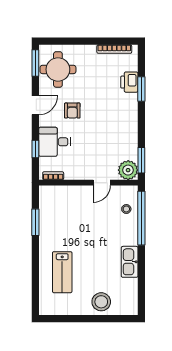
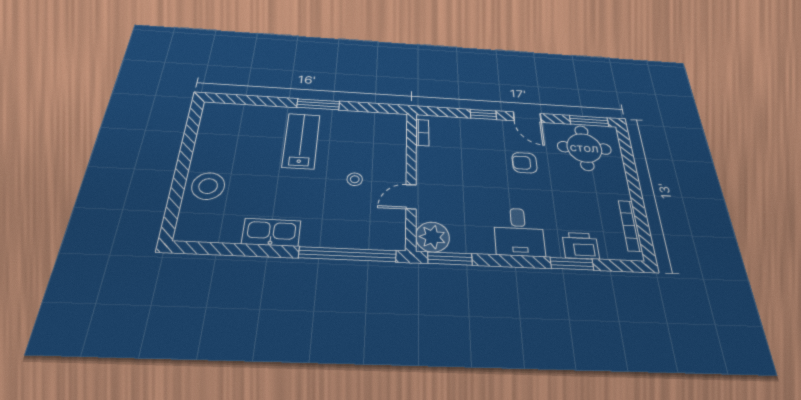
desk: (55, 142) -> (519, 232), moved, turned 180
window: (35, 149) -> (483, 114), moved
door: (102, 183) -> (411, 197), hinge flipped
stool: (126, 209) -> (355, 179), moved
window: (35, 222) -> (318, 104), moved
lab bench: (62, 272) -> (301, 141), moved, turned 90

